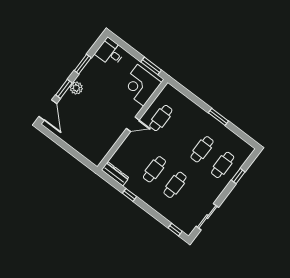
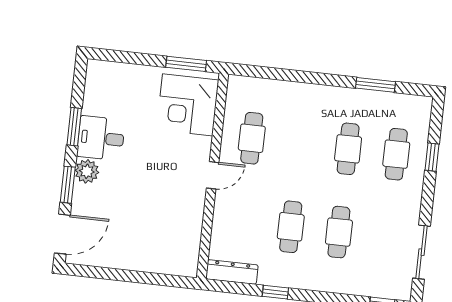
desk: (110, 52) -> (101, 138), moved
door: (48, 110) -> (62, 234), hinge flipped
window: (218, 117) -> (376, 85), moved

